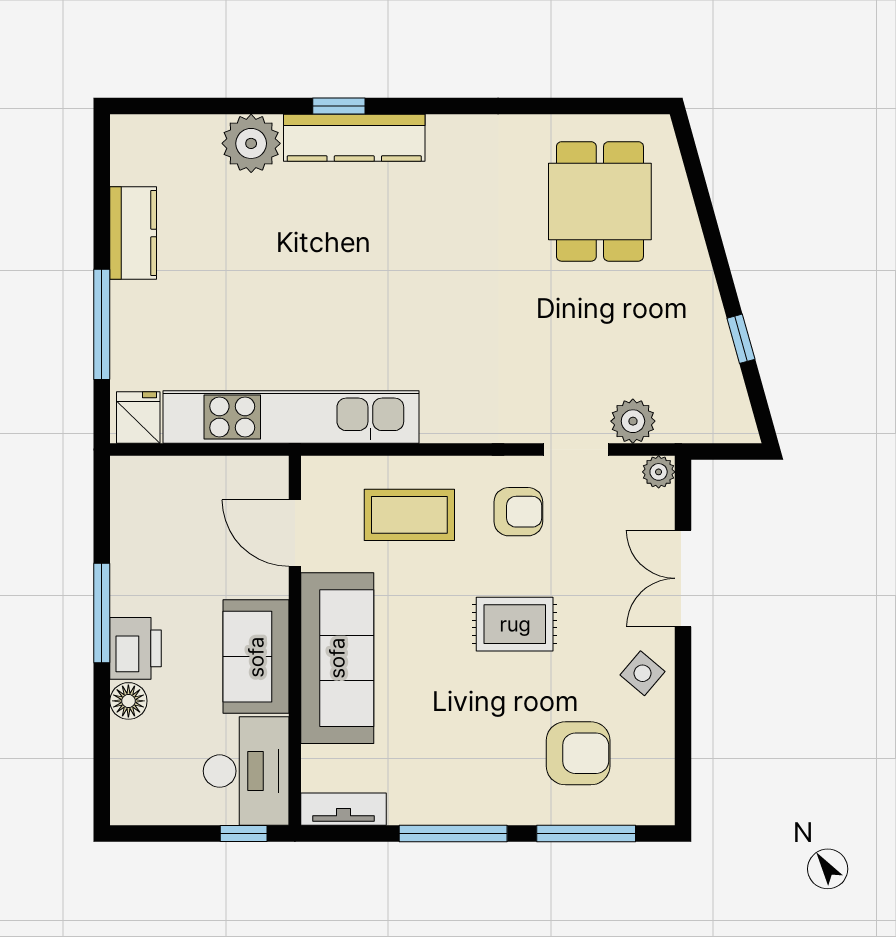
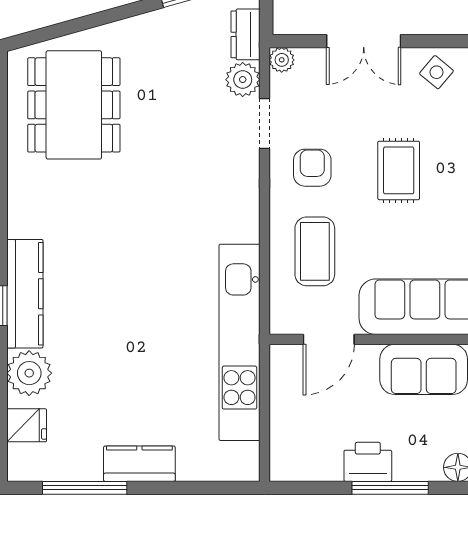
dining table: (600, 201) -> (74, 105), width x1.38
kitchen counter: (133, 233) -> (139, 464), moved
window: (102, 324) -> (85, 488), moved
fridge: (138, 418) -> (27, 425), moved, turned 180
dresser: (692, 425) -> (245, 34), added
printer: (136, 648) -> (368, 462), moved

